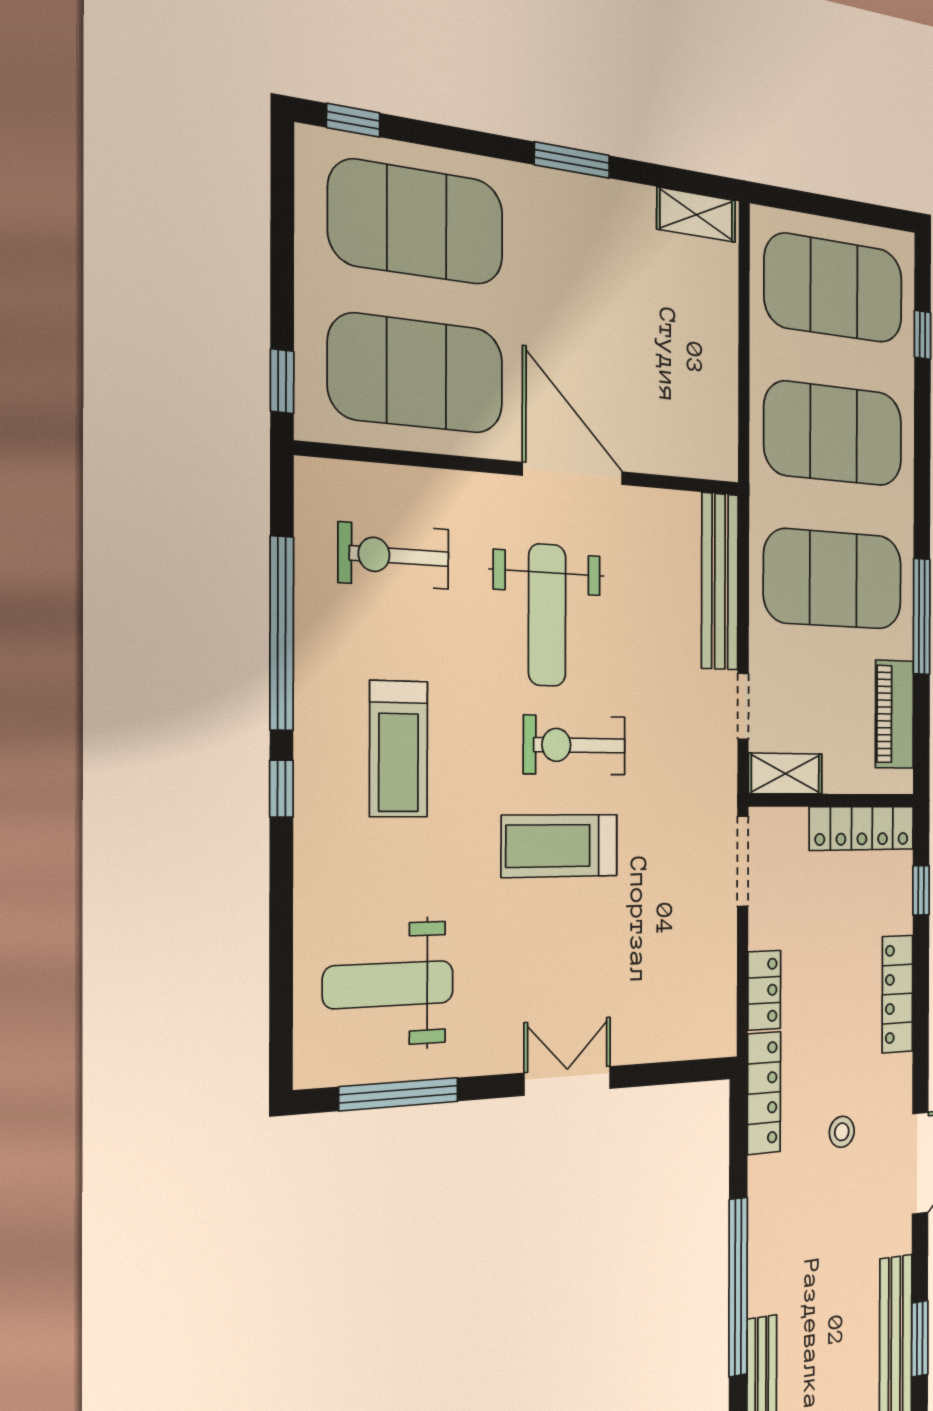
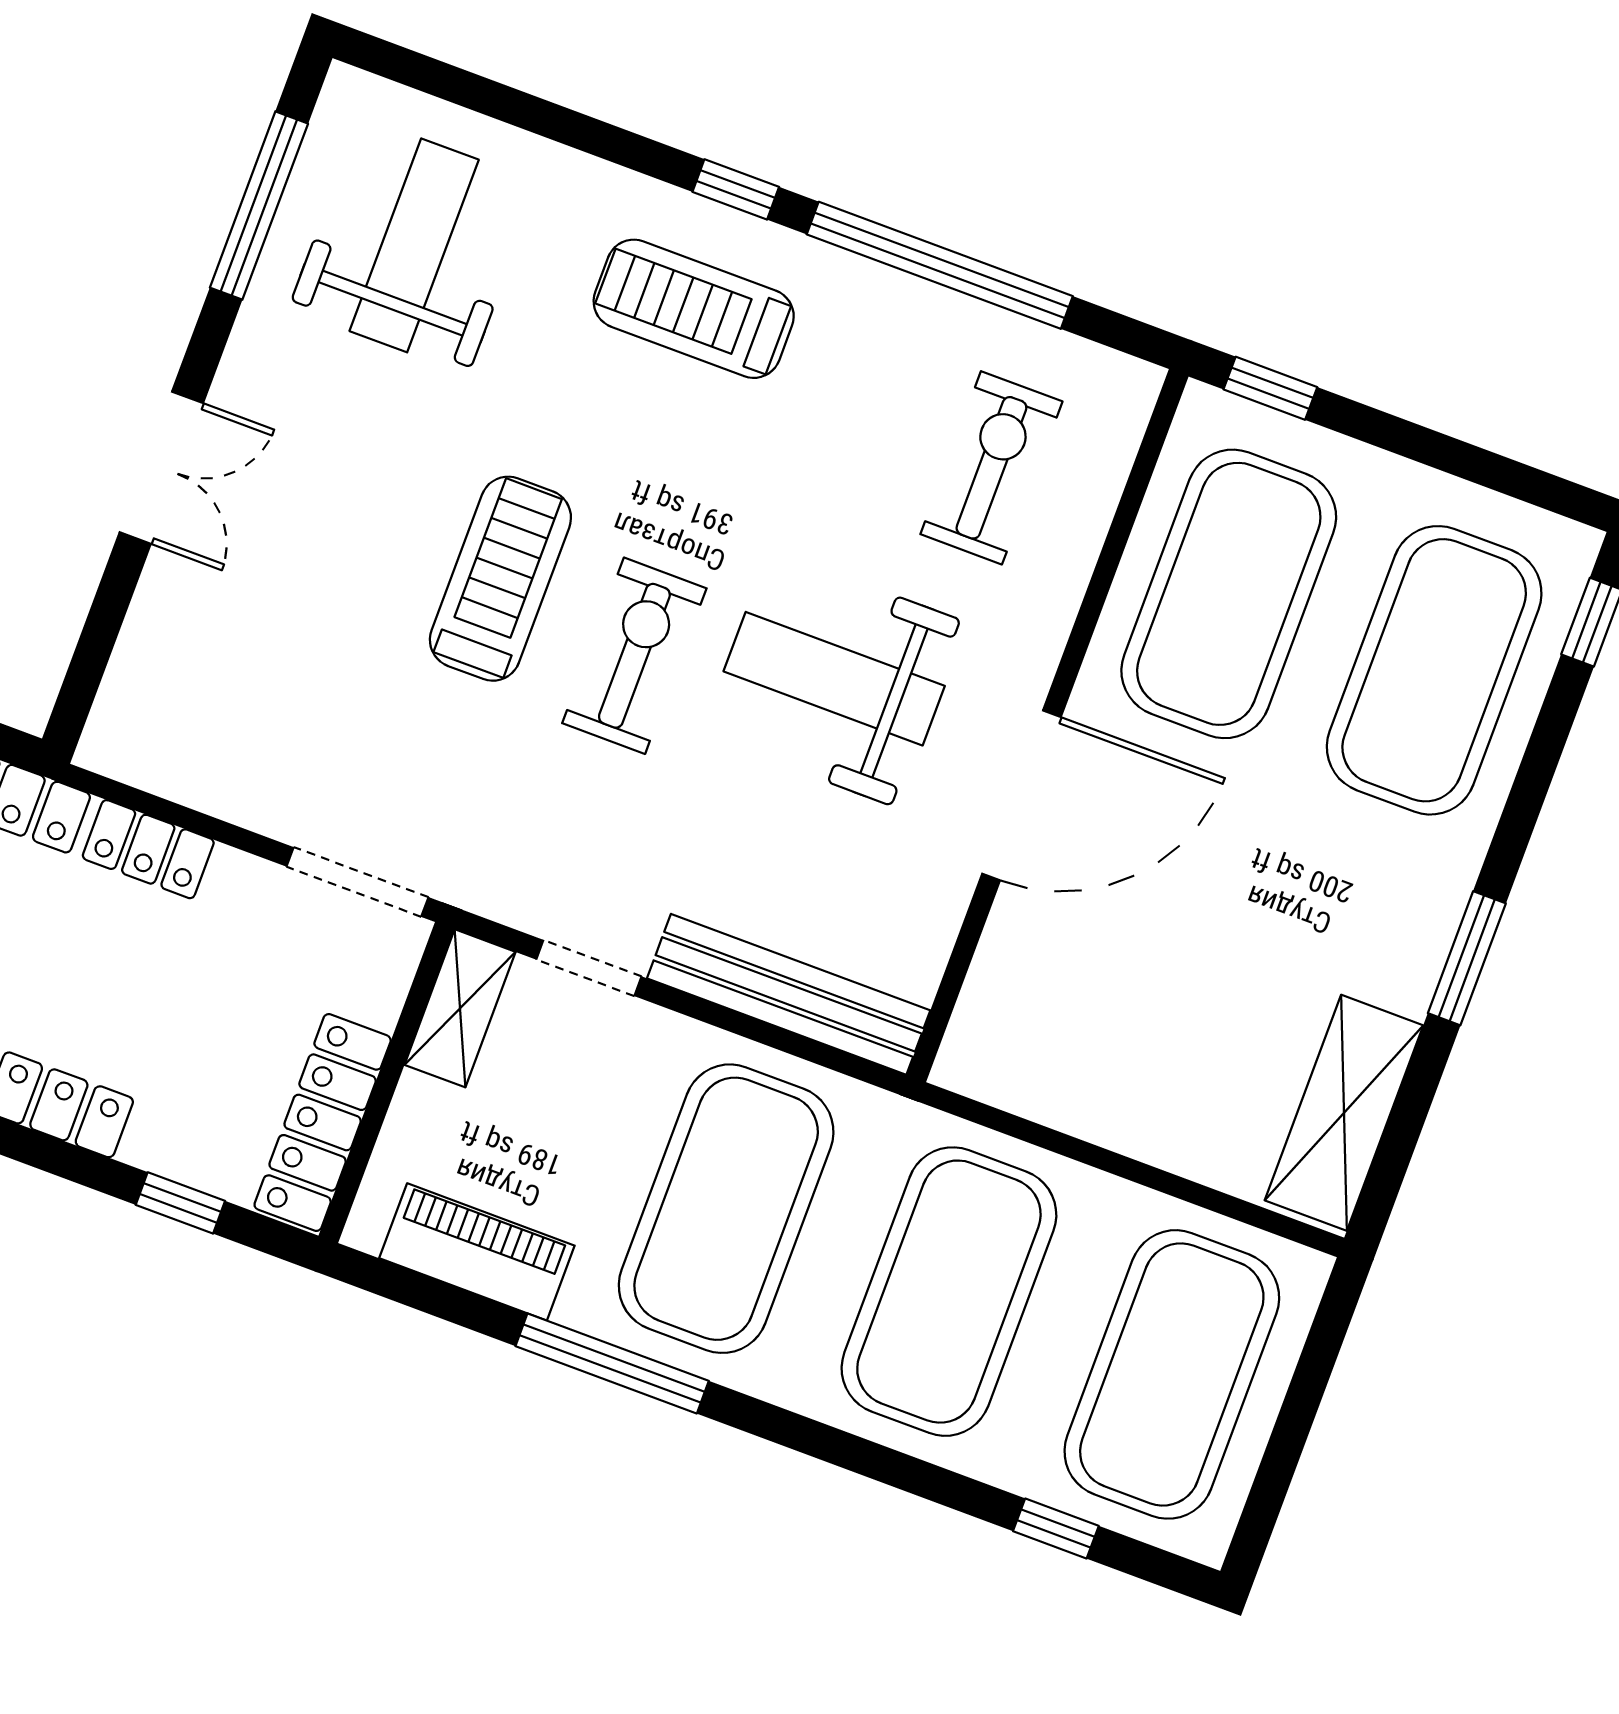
shelving: (696, 215) -> (1344, 1113), width x1.50, depth x1.33
treadmill: (399, 749) -> (694, 309), moved

